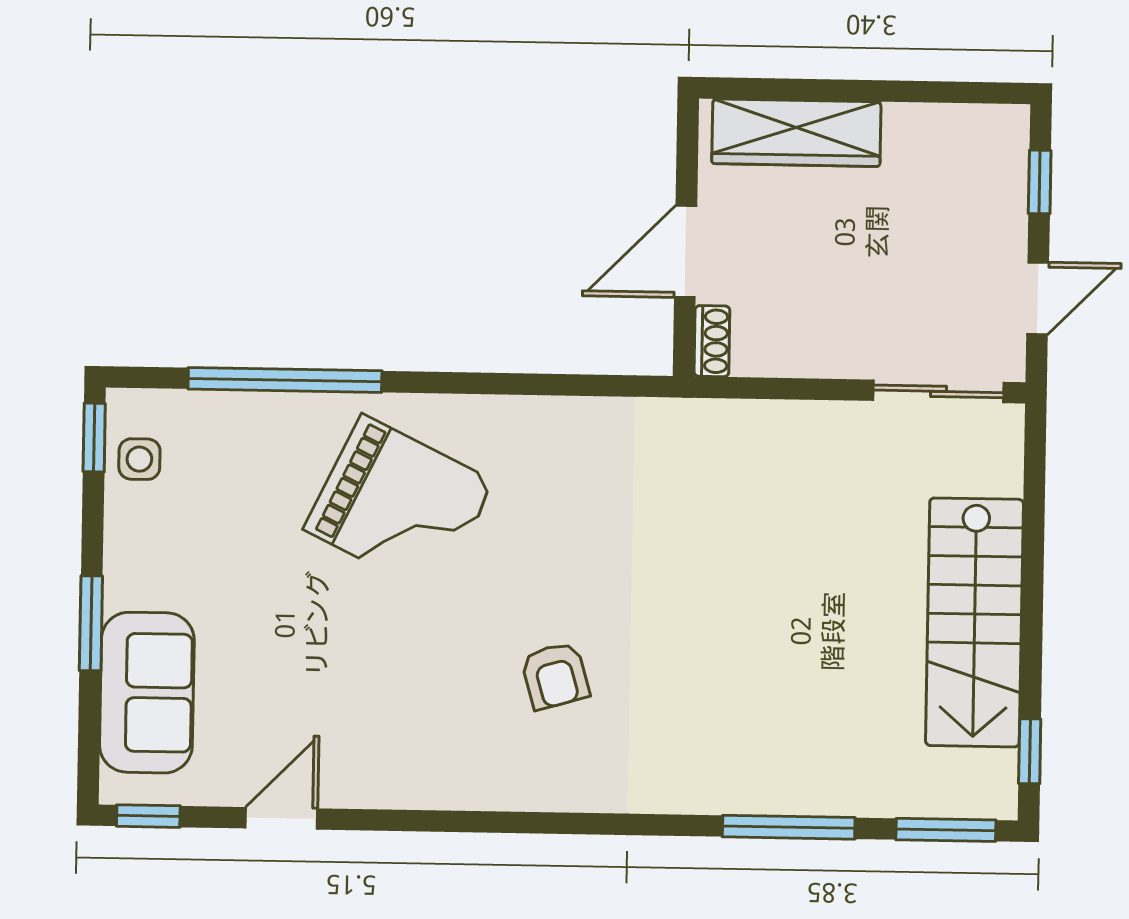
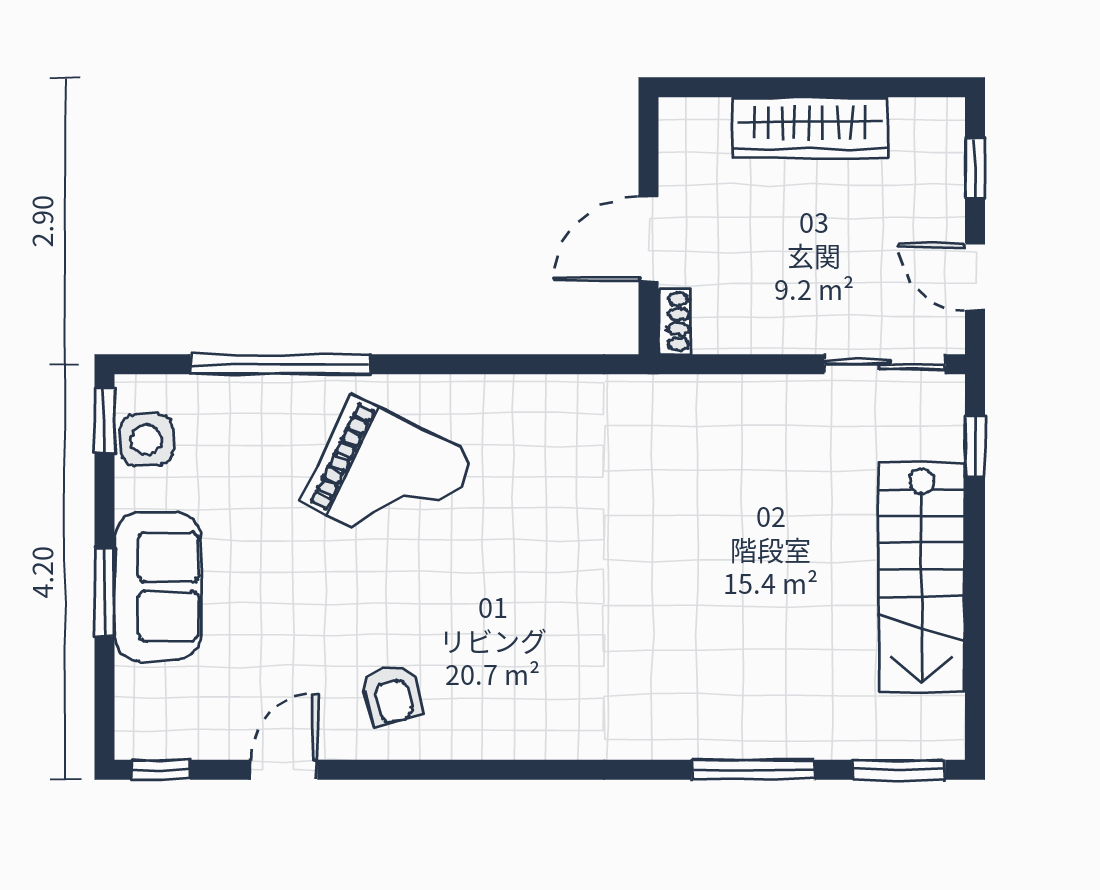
wardrobe: (796, 133) -> (810, 127), moved
door: (1038, 298) -> (975, 277), swing flipped
side table: (139, 459) -> (147, 440), width x1.37, depth x1.37
armchair: (555, 676) -> (392, 694), moved
sofa: (147, 693) -> (157, 587), moved
window: (1030, 751) -> (975, 446), moved

